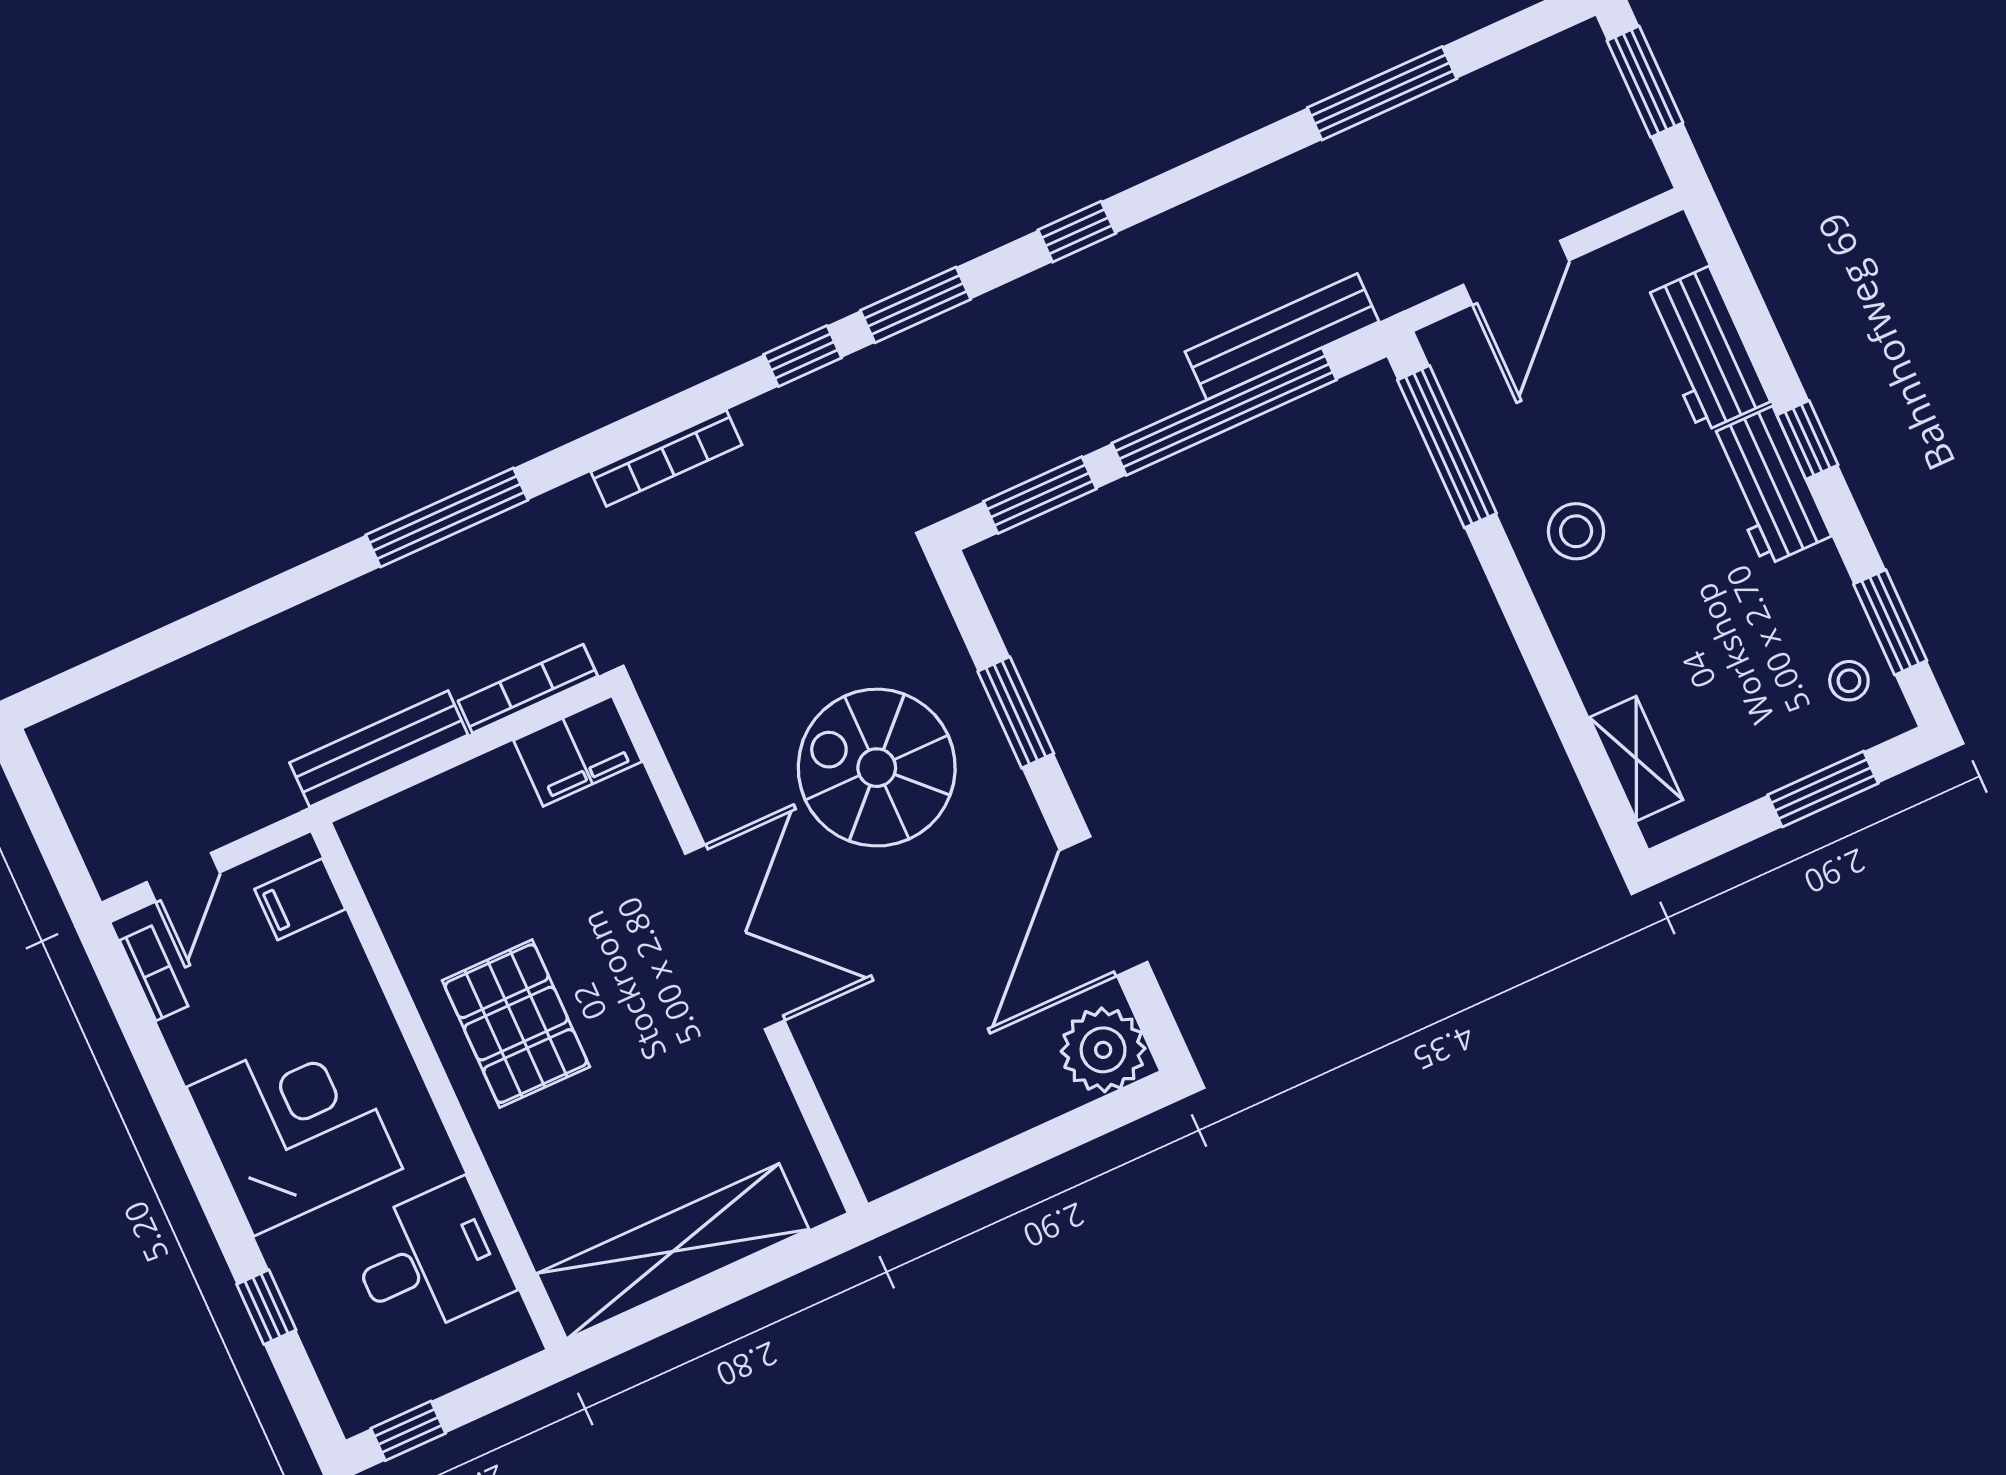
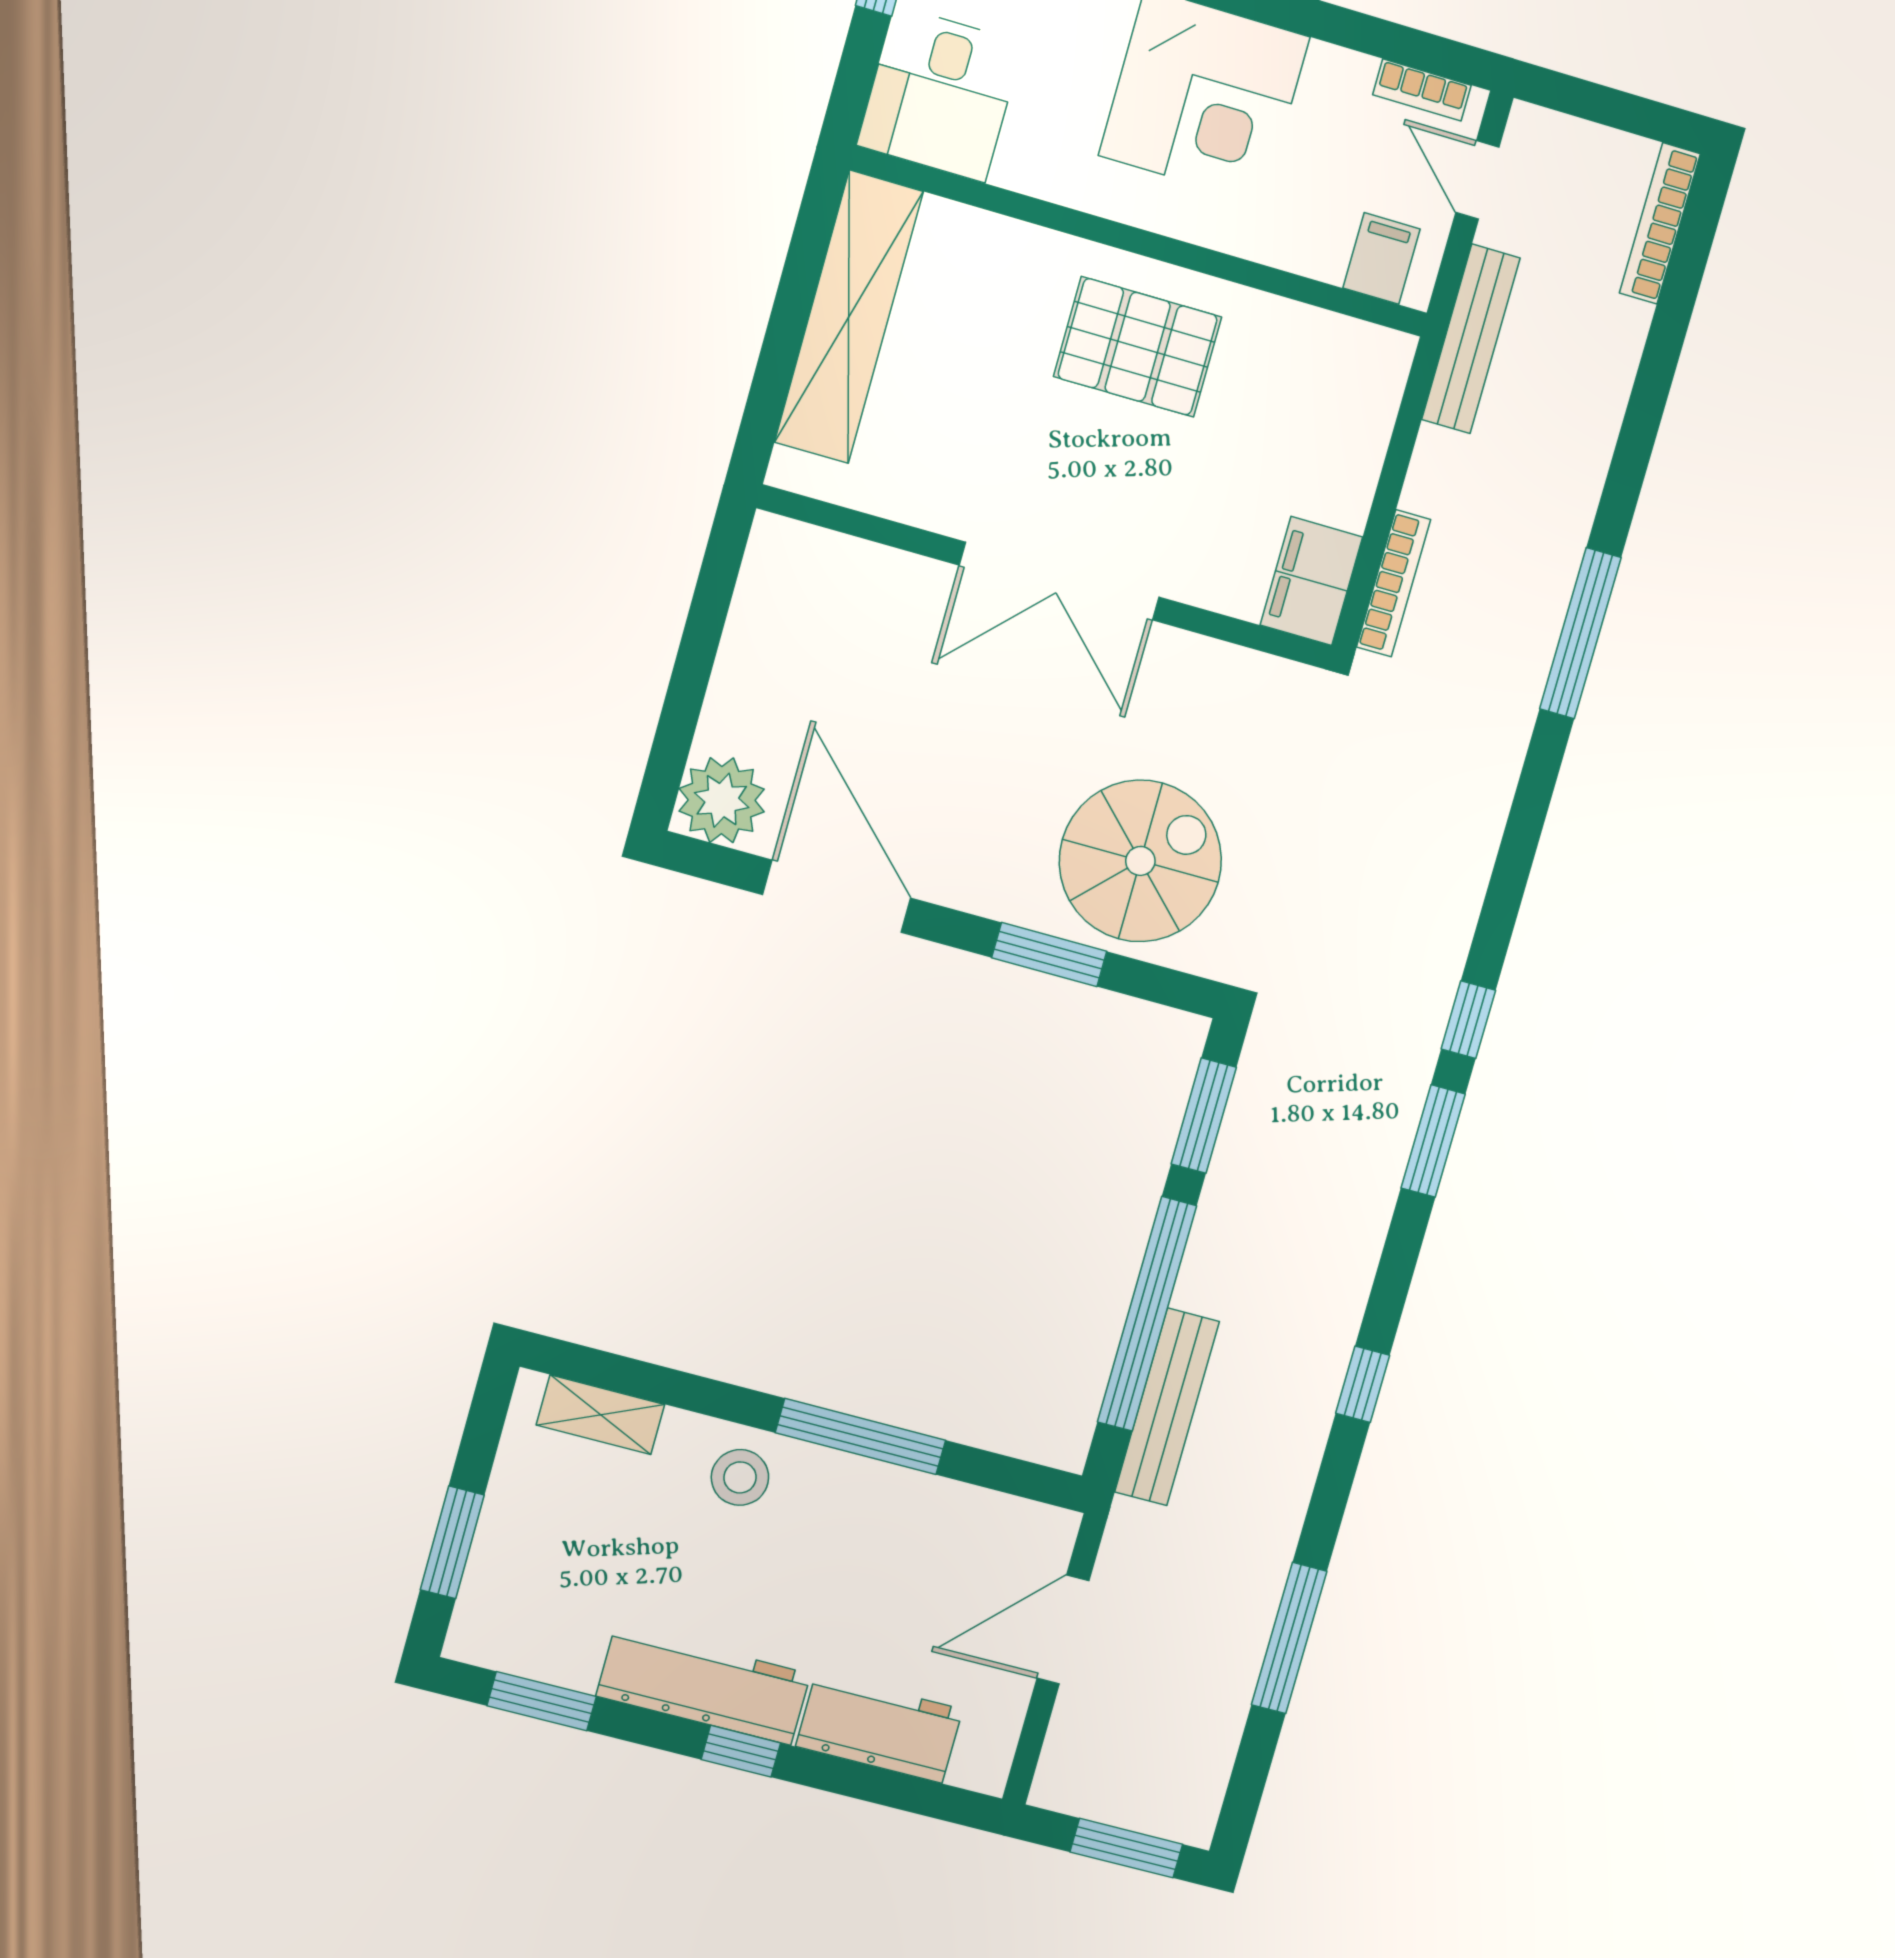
window: (1077, 232) -> (1363, 1384), moved
door: (1516, 273) -> (1063, 1630), hinge flipped
window: (1447, 447) -> (861, 1437), moved
bookcase: (666, 458) -> (1660, 223), moved
workbench: (1768, 486) -> (703, 1685), width x1.38
stool: (1576, 531) -> (740, 1477), moved
stool: (1849, 681) -> (522, 1632), removed
bench: (379, 749) -> (1471, 339), moved
spiral stairs: (877, 768) -> (1140, 861), moved
desk: (430, 1260) -> (940, 94), moved

